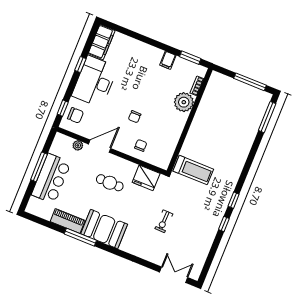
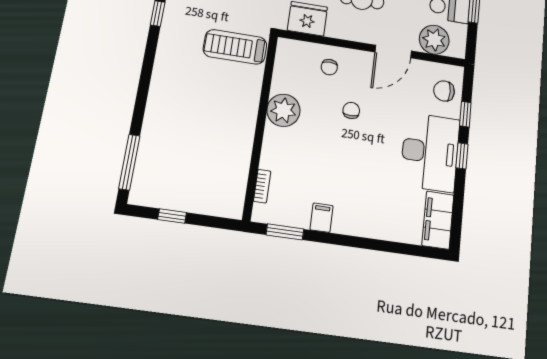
window: (80, 65) -> (462, 156), moved
window: (250, 82) -> (172, 216), width x0.46
plant: (184, 102) -> (283, 110), moved
window: (63, 108) -> (465, 114), moved
plant: (78, 145) -> (434, 40), width x1.87, depth x1.87

